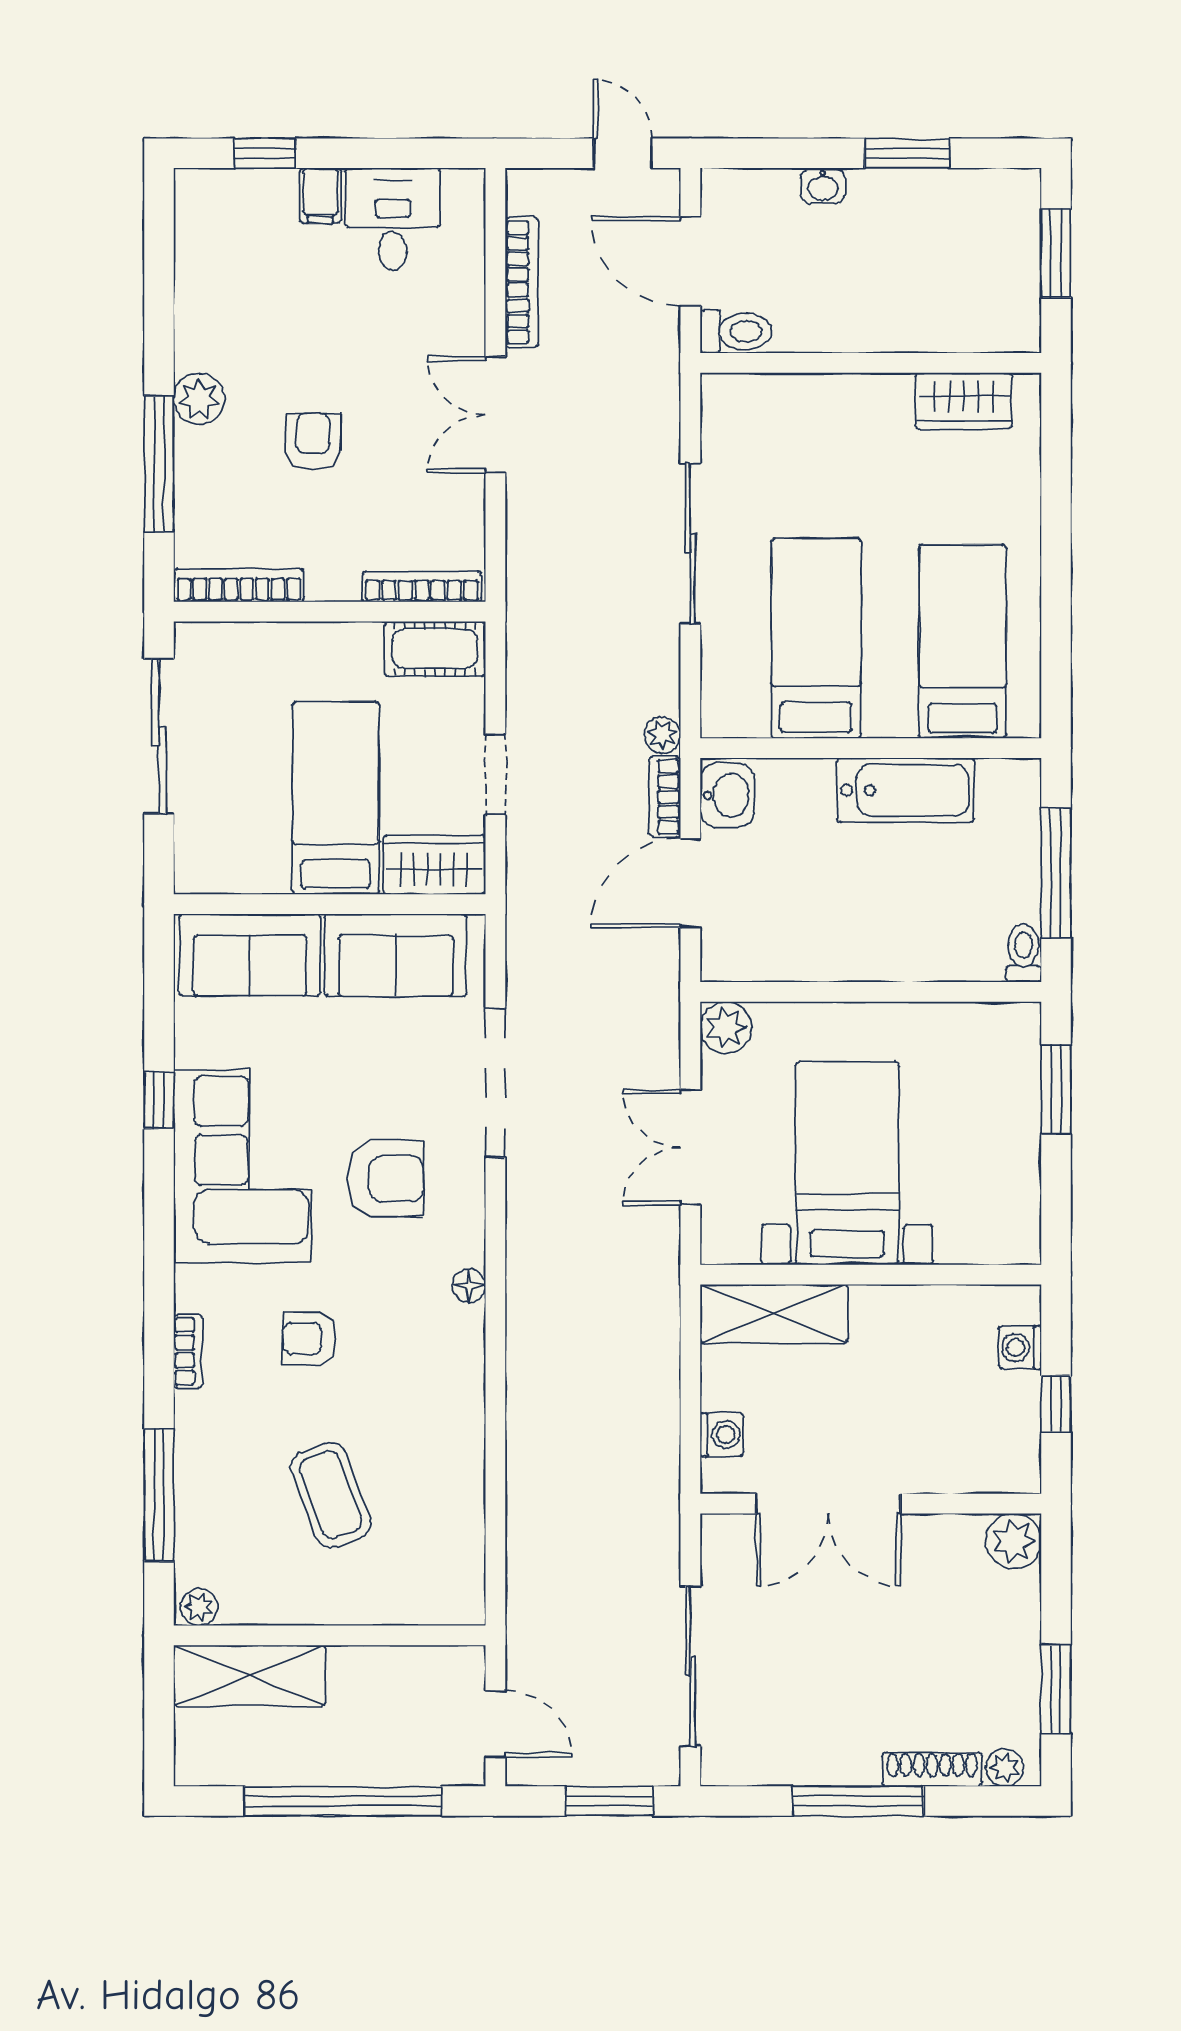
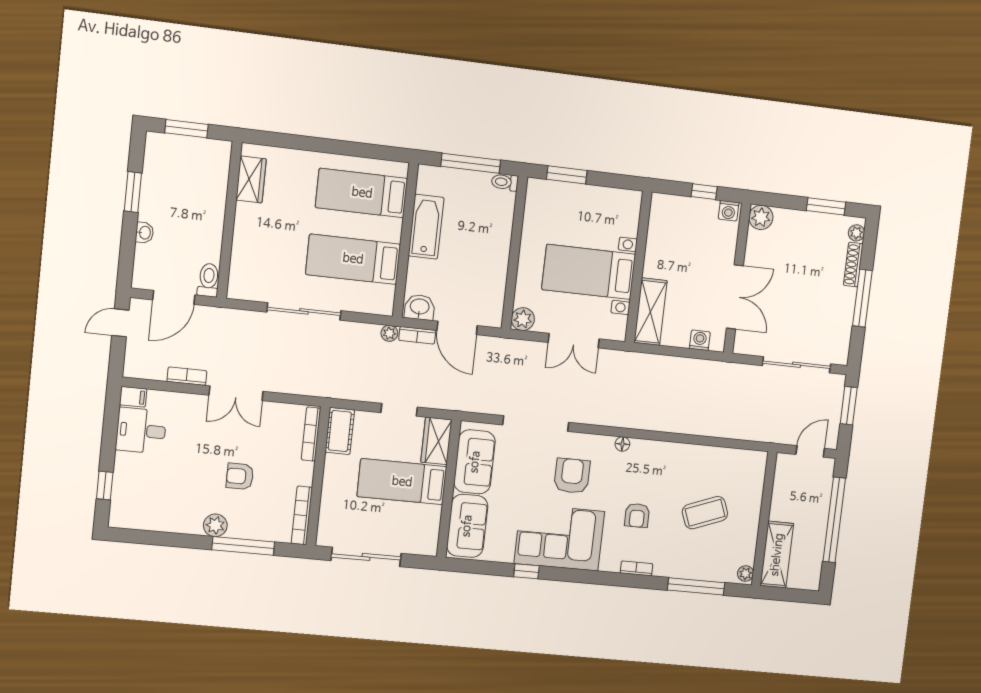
filing cabinet: (321, 196) -> (133, 397), moved
bookcase: (522, 282) -> (187, 376), width x0.64
washing machine: (1020, 1348) -> (729, 211), moved

